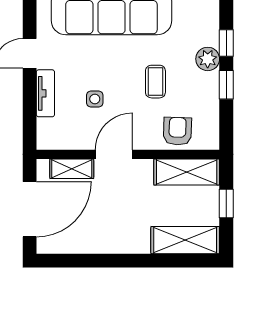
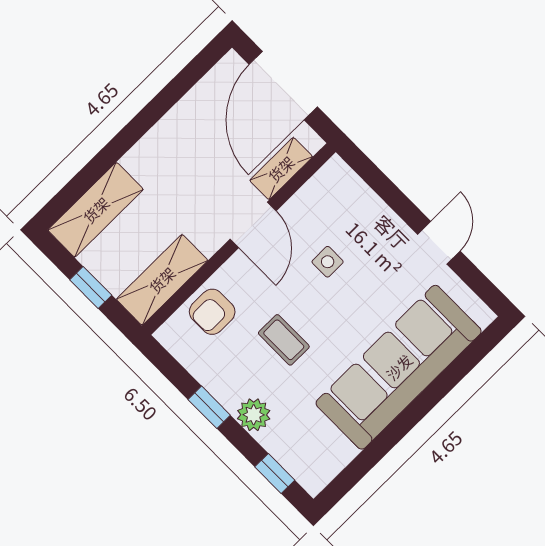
window: (226, 43) -> (275, 474), moved
tv unit: (45, 93) -> (383, 218), removed
armchair: (177, 131) -> (212, 312), turned 88

